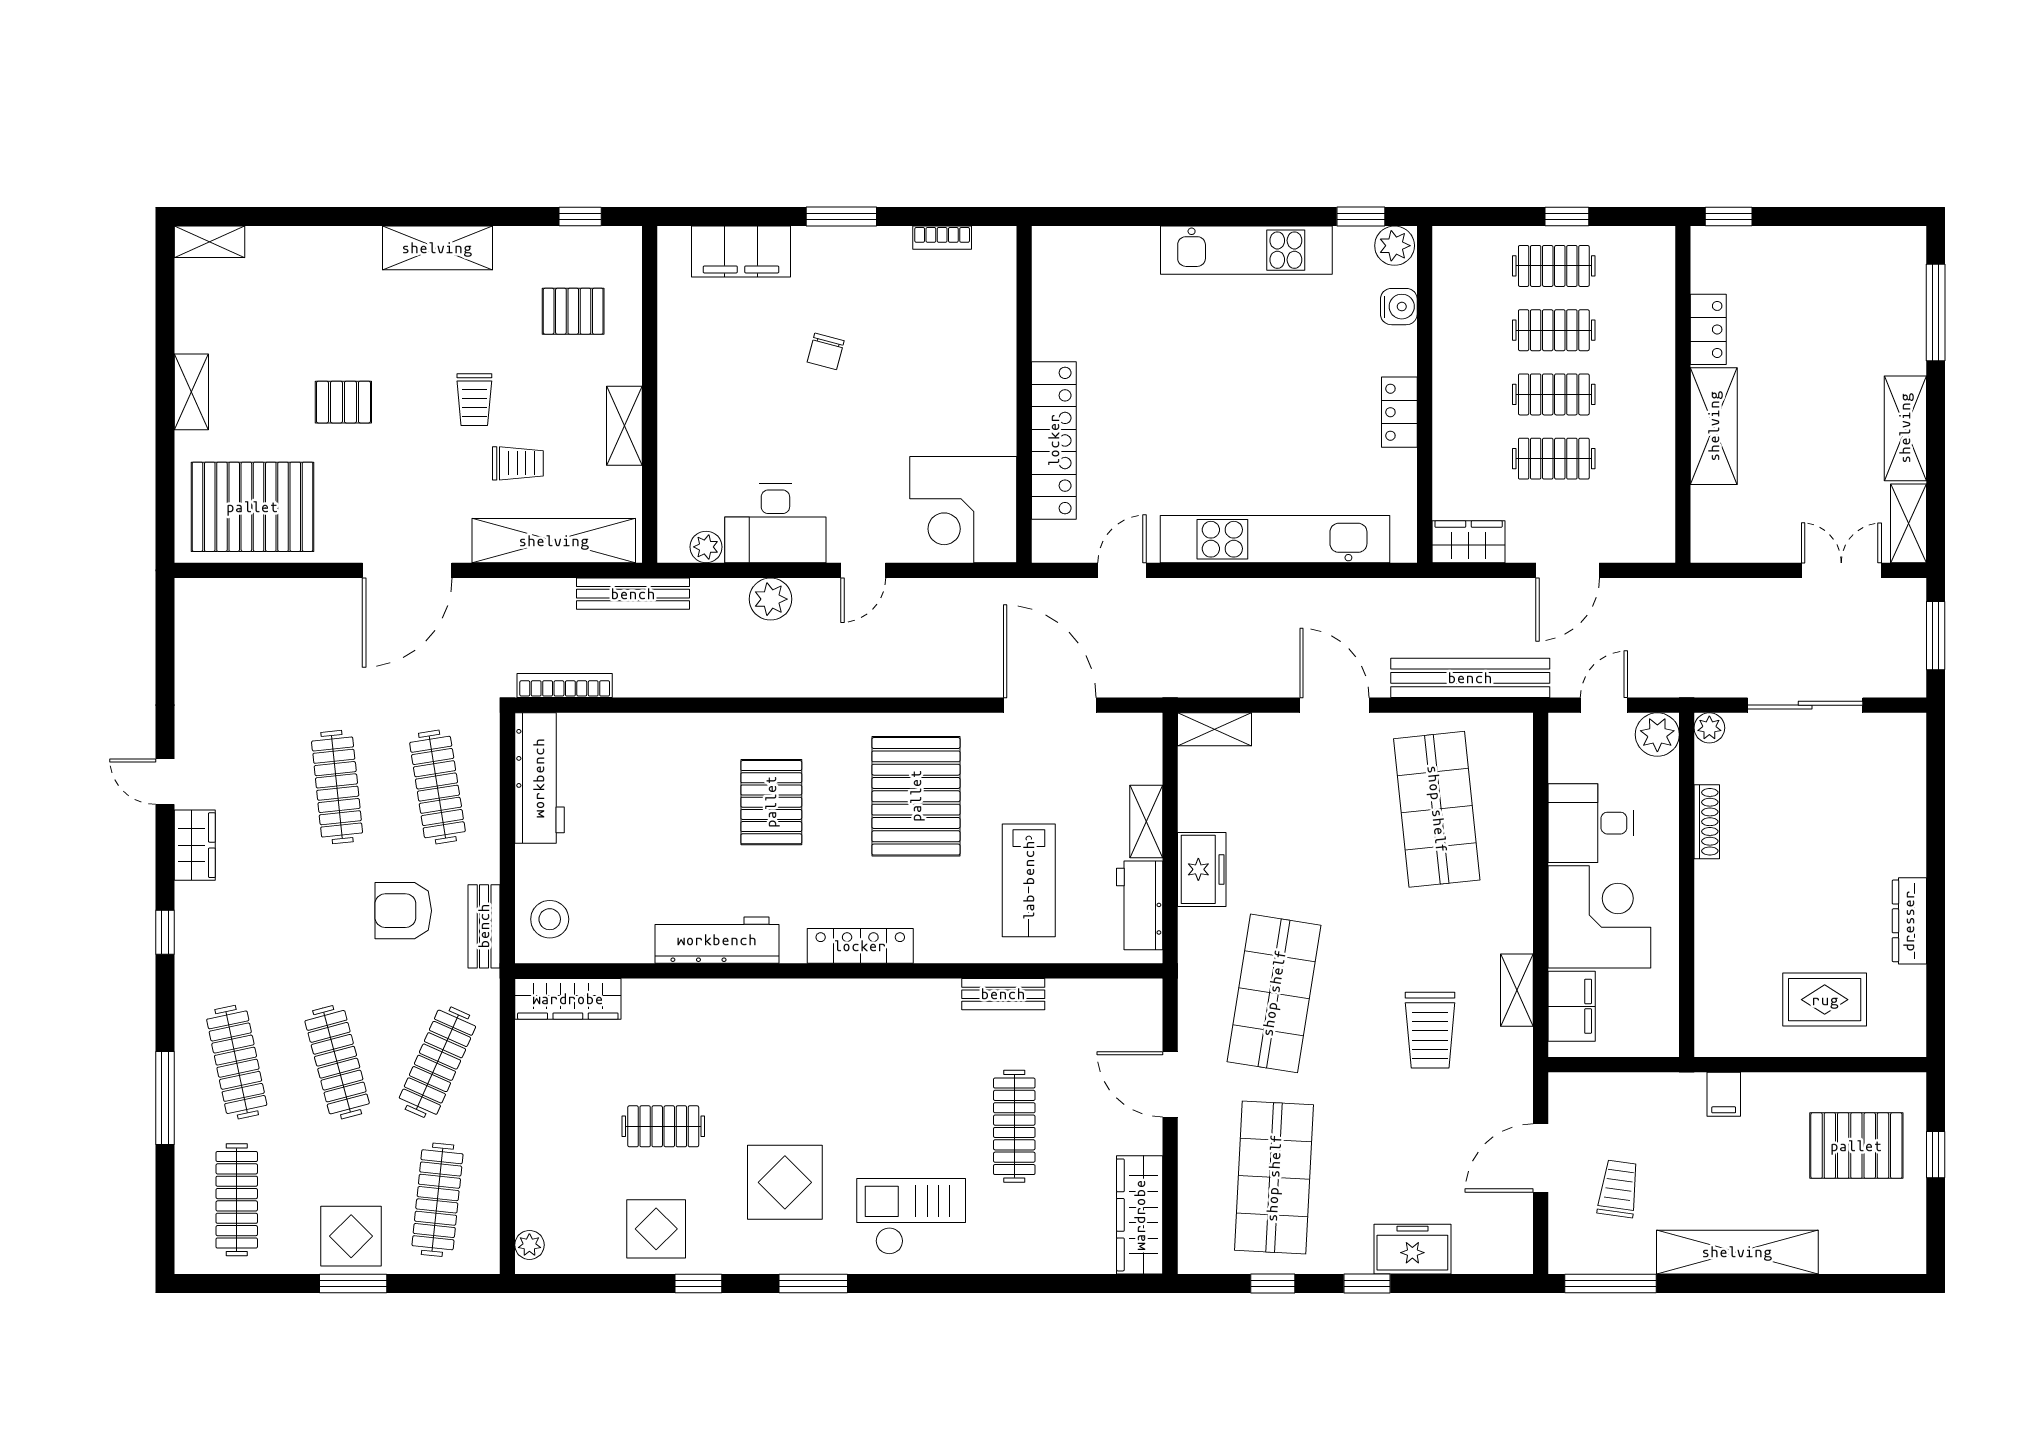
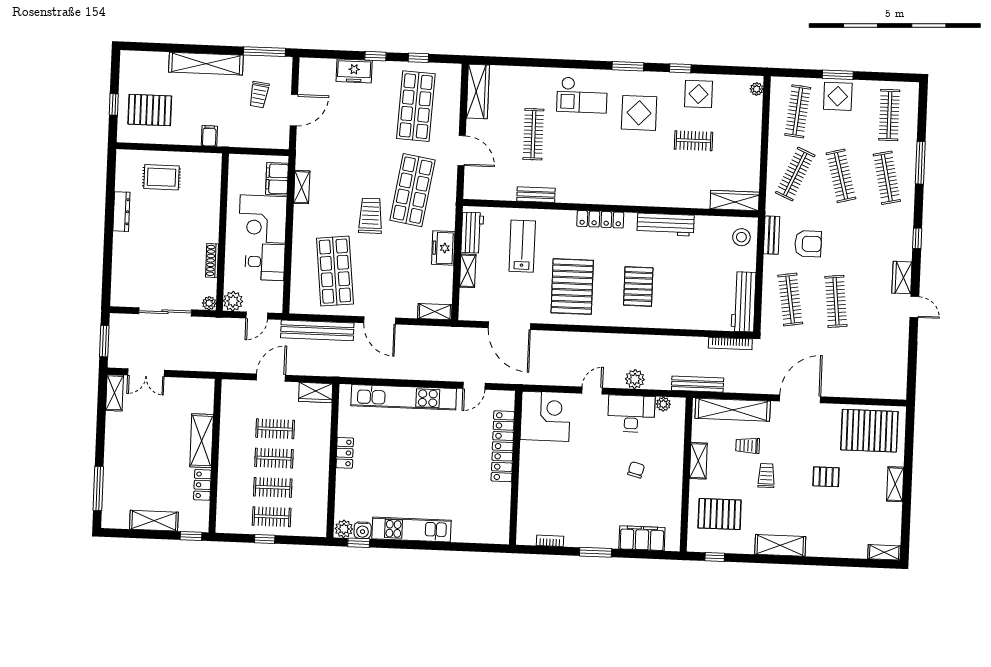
water cooler: (1399, 307) -> (363, 530), moved, turned -90
pallet: (573, 311) -> (720, 514), width x1.50, depth x1.42
chair: (826, 351) -> (636, 470), moved
shelving: (1905, 428) -> (154, 521), moved, turned 90
trolley: (1430, 1030) -> (370, 216), moved

